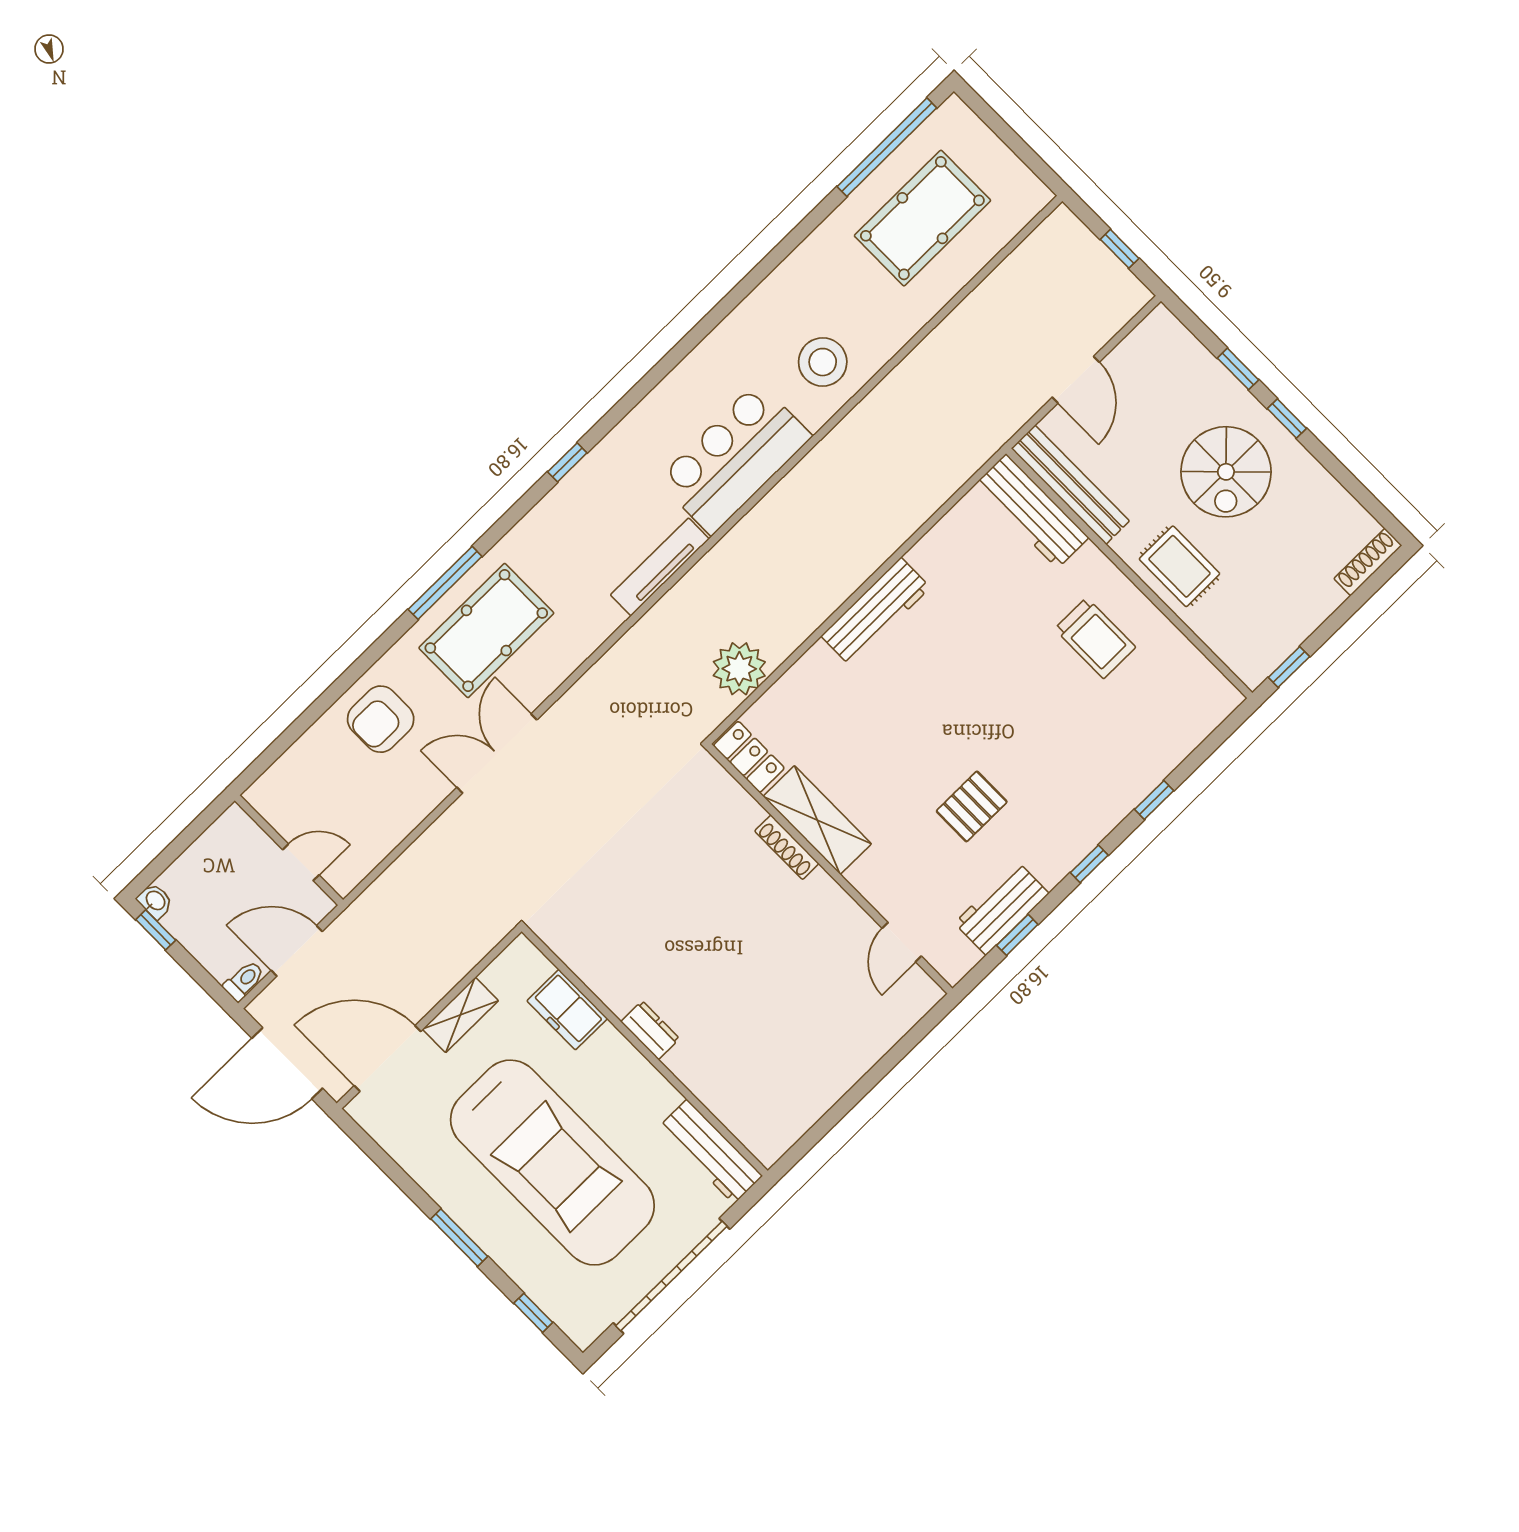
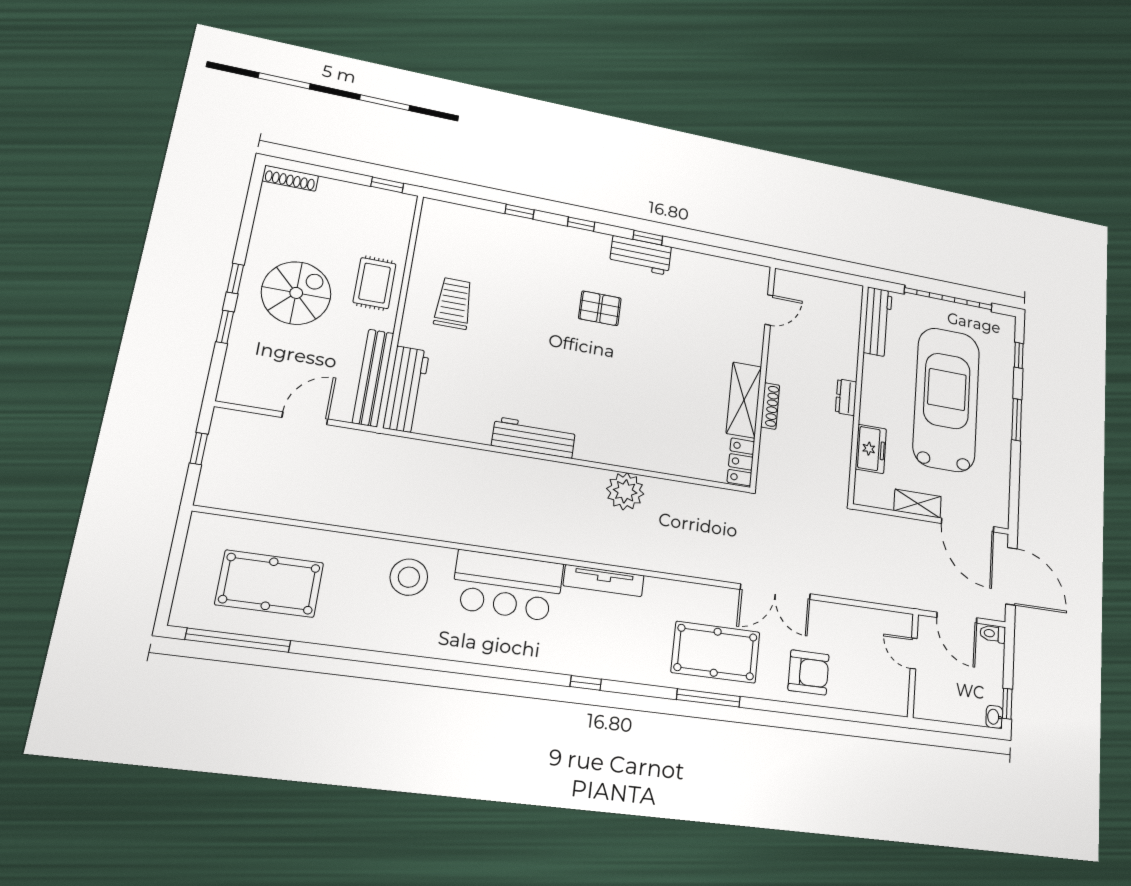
locker: (749, 757) -> (741, 462), moved
shelving: (817, 820) -> (744, 400), moved
shoe rack: (787, 847) -> (770, 406), moved
wall: (829, 869) -> (763, 375), moved
door: (902, 942) -> (769, 310), moved

